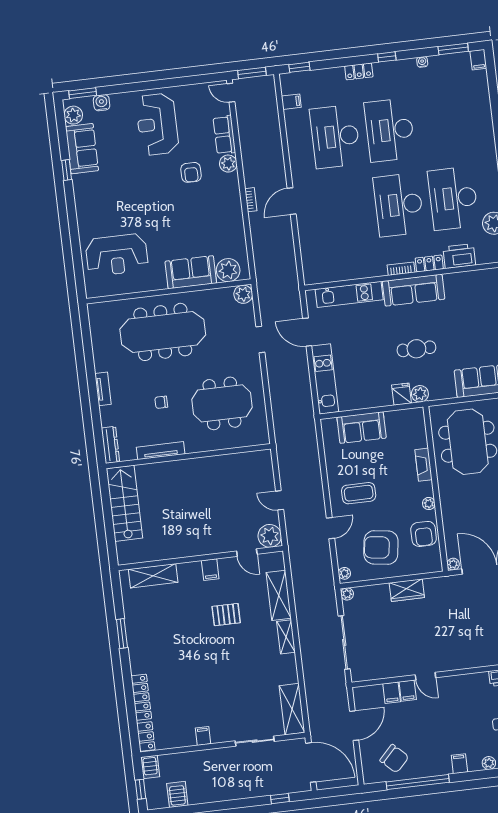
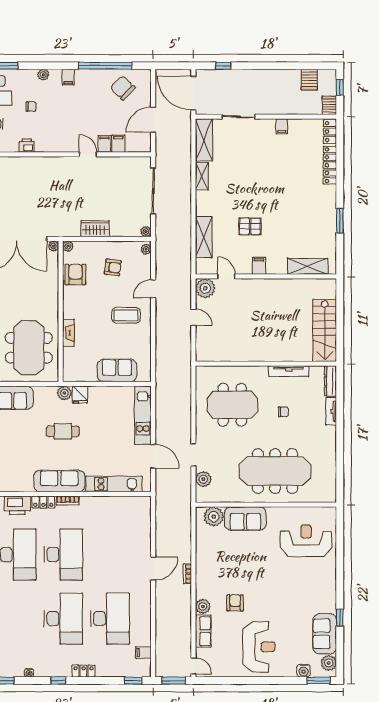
plant: (243, 294) -> (203, 479), moved
tv unit: (103, 389) -> (331, 411), moved
plant: (429, 503) -> (68, 246), moved
armchair: (381, 547) -> (113, 267), width x0.53, depth x0.53
shelving: (286, 637) -> (202, 176), moved

